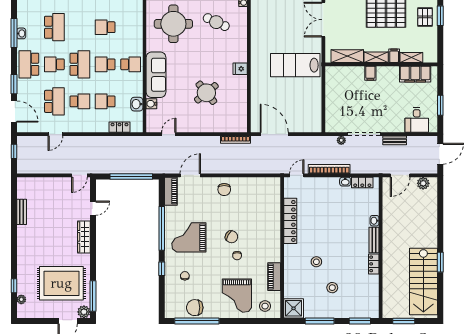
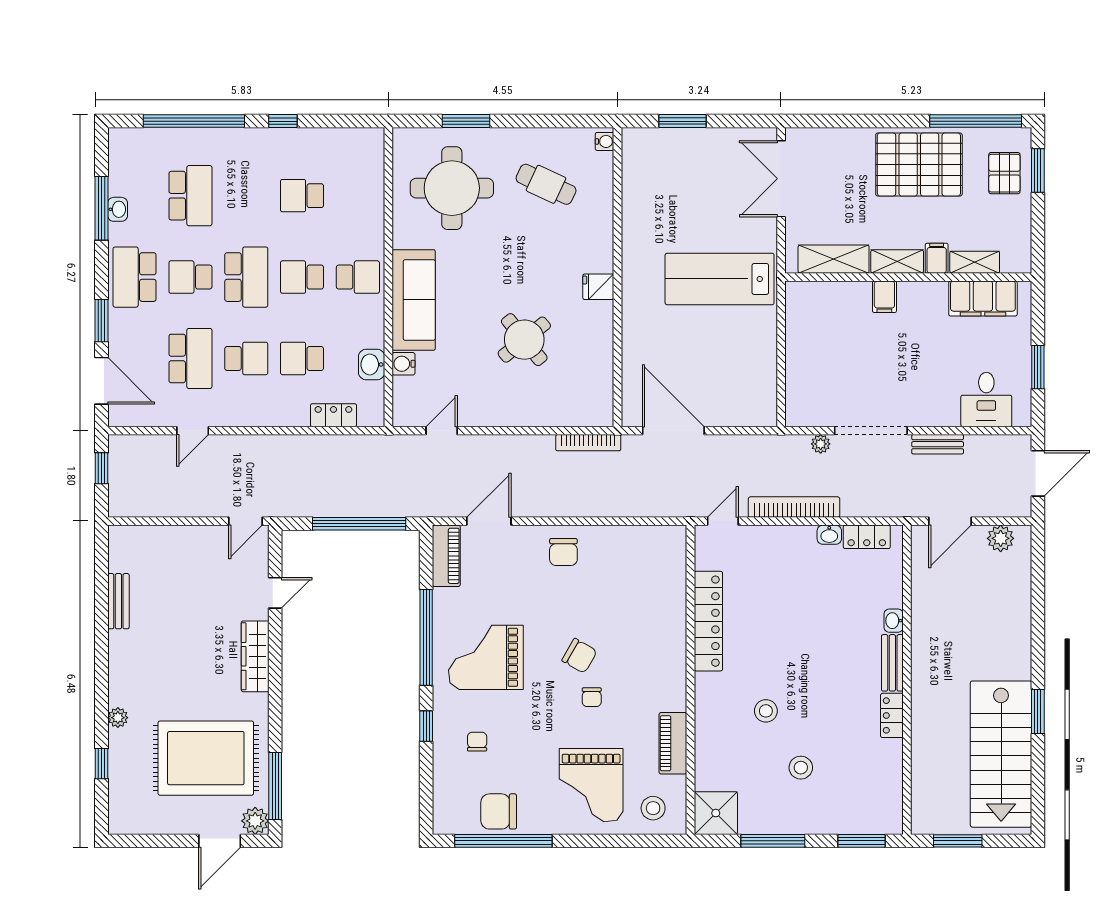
plant: (21, 299) -> (118, 718), moved

